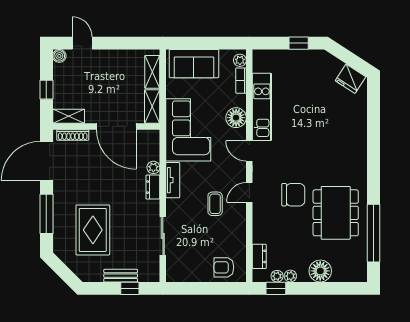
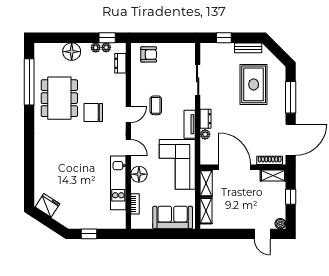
plant: (240, 60) -> (136, 220), removed
bench: (121, 276) -> (248, 48), moved

